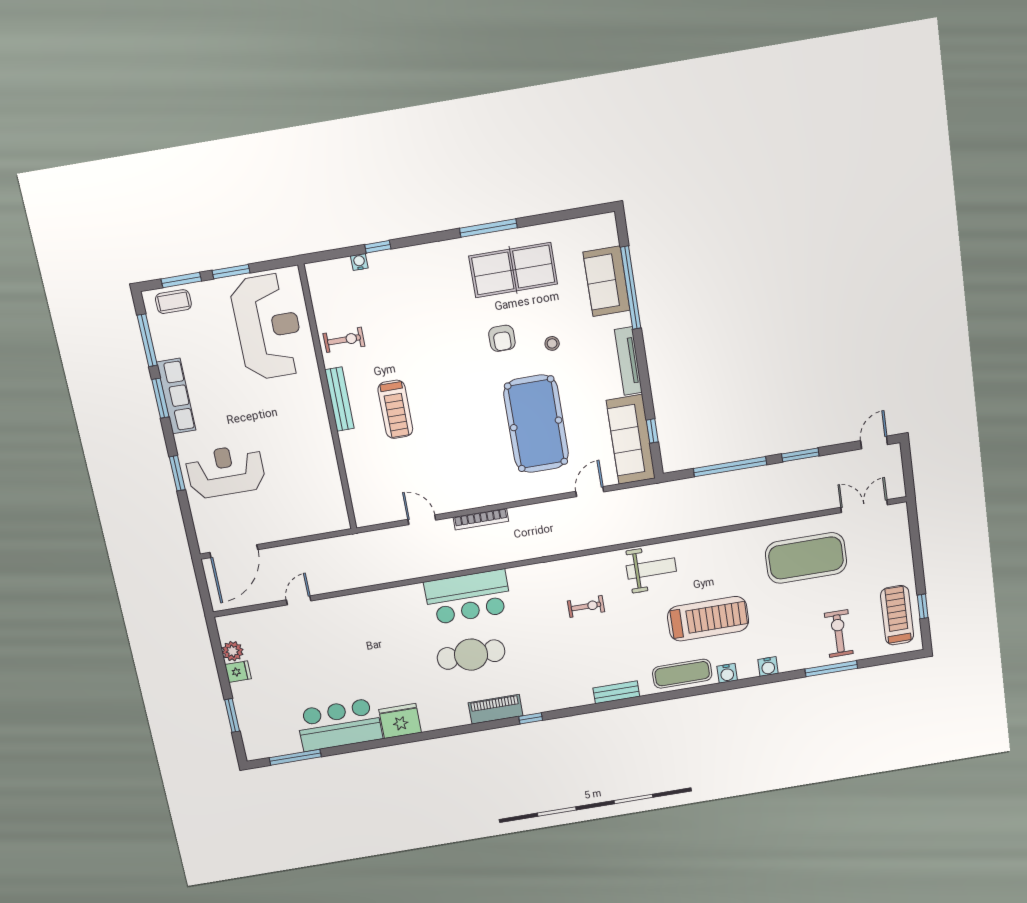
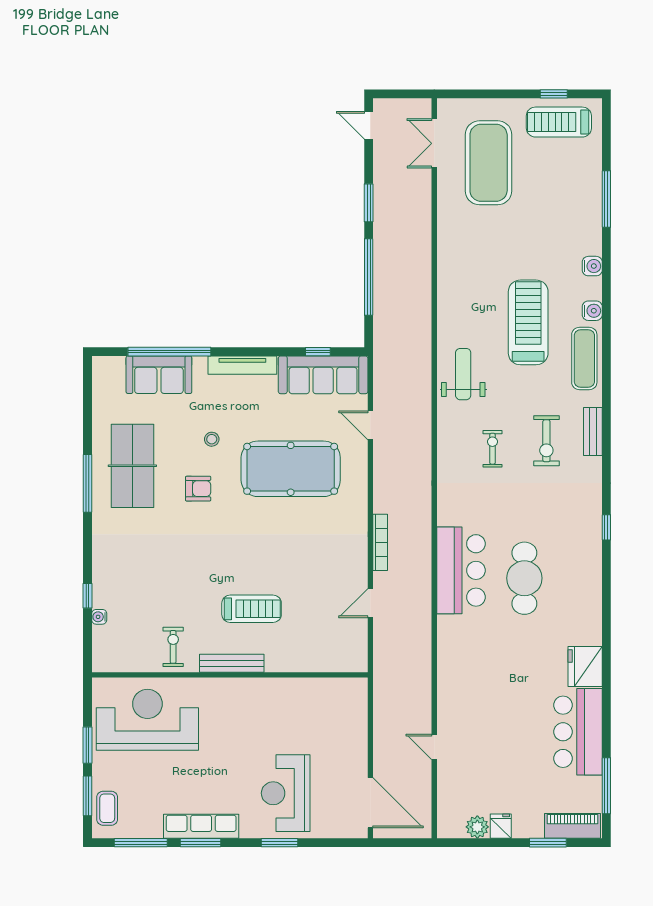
exercise mat: (806, 558) -> (489, 163), moved
exercise bike: (839, 634) -> (546, 441), moved, turned -90
piano: (496, 709) -> (573, 826), moved, turned 90

